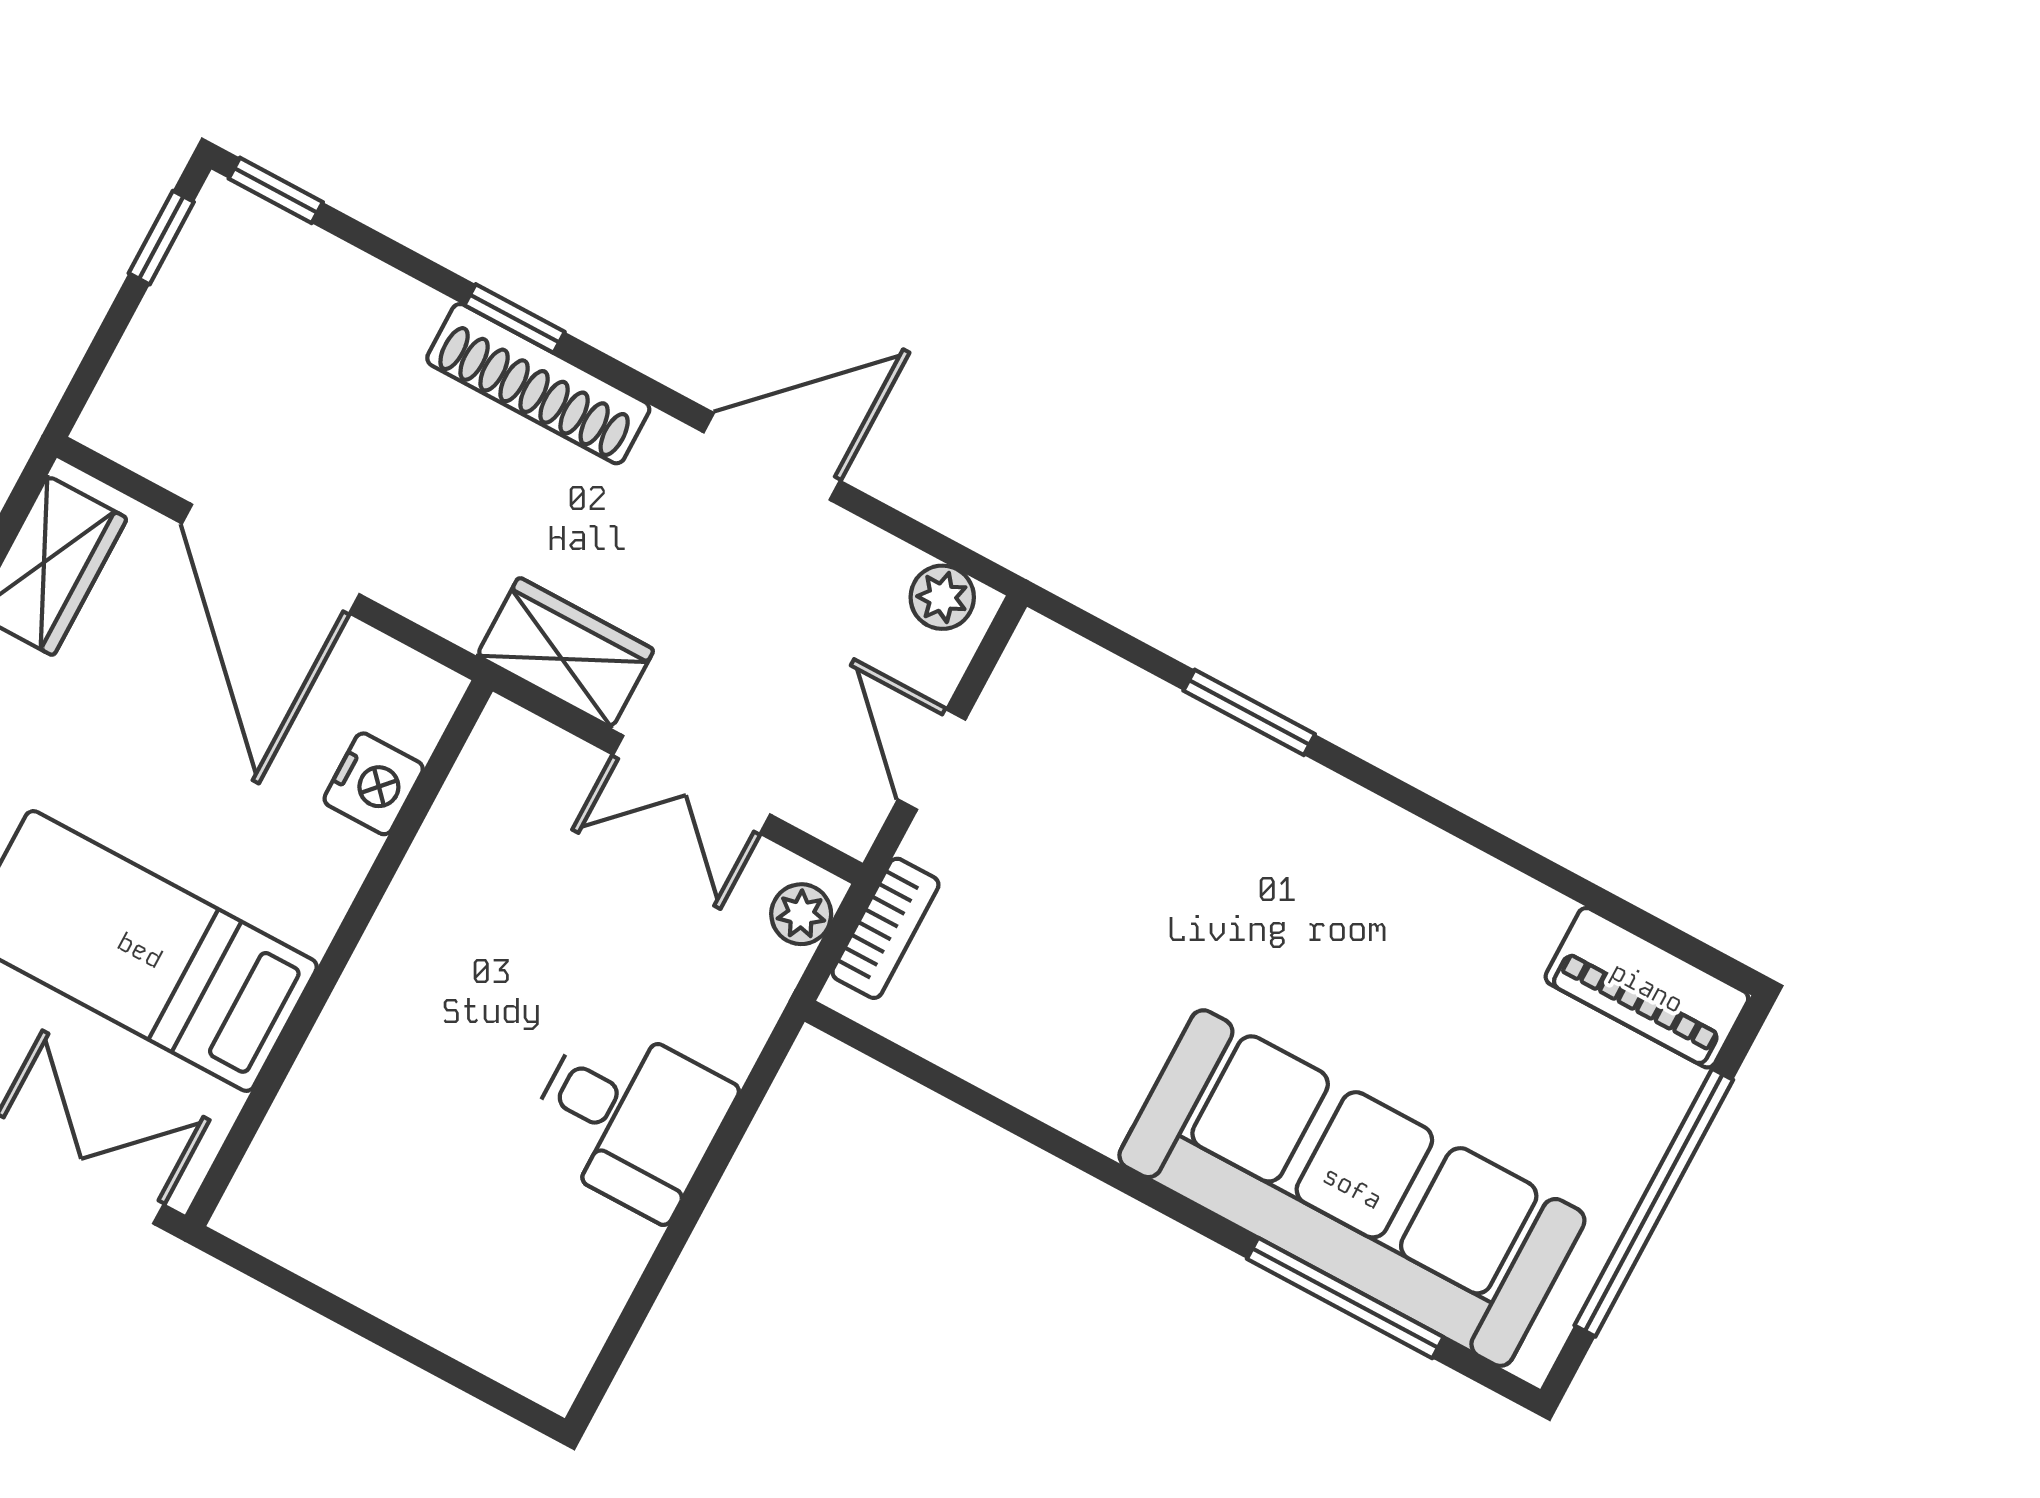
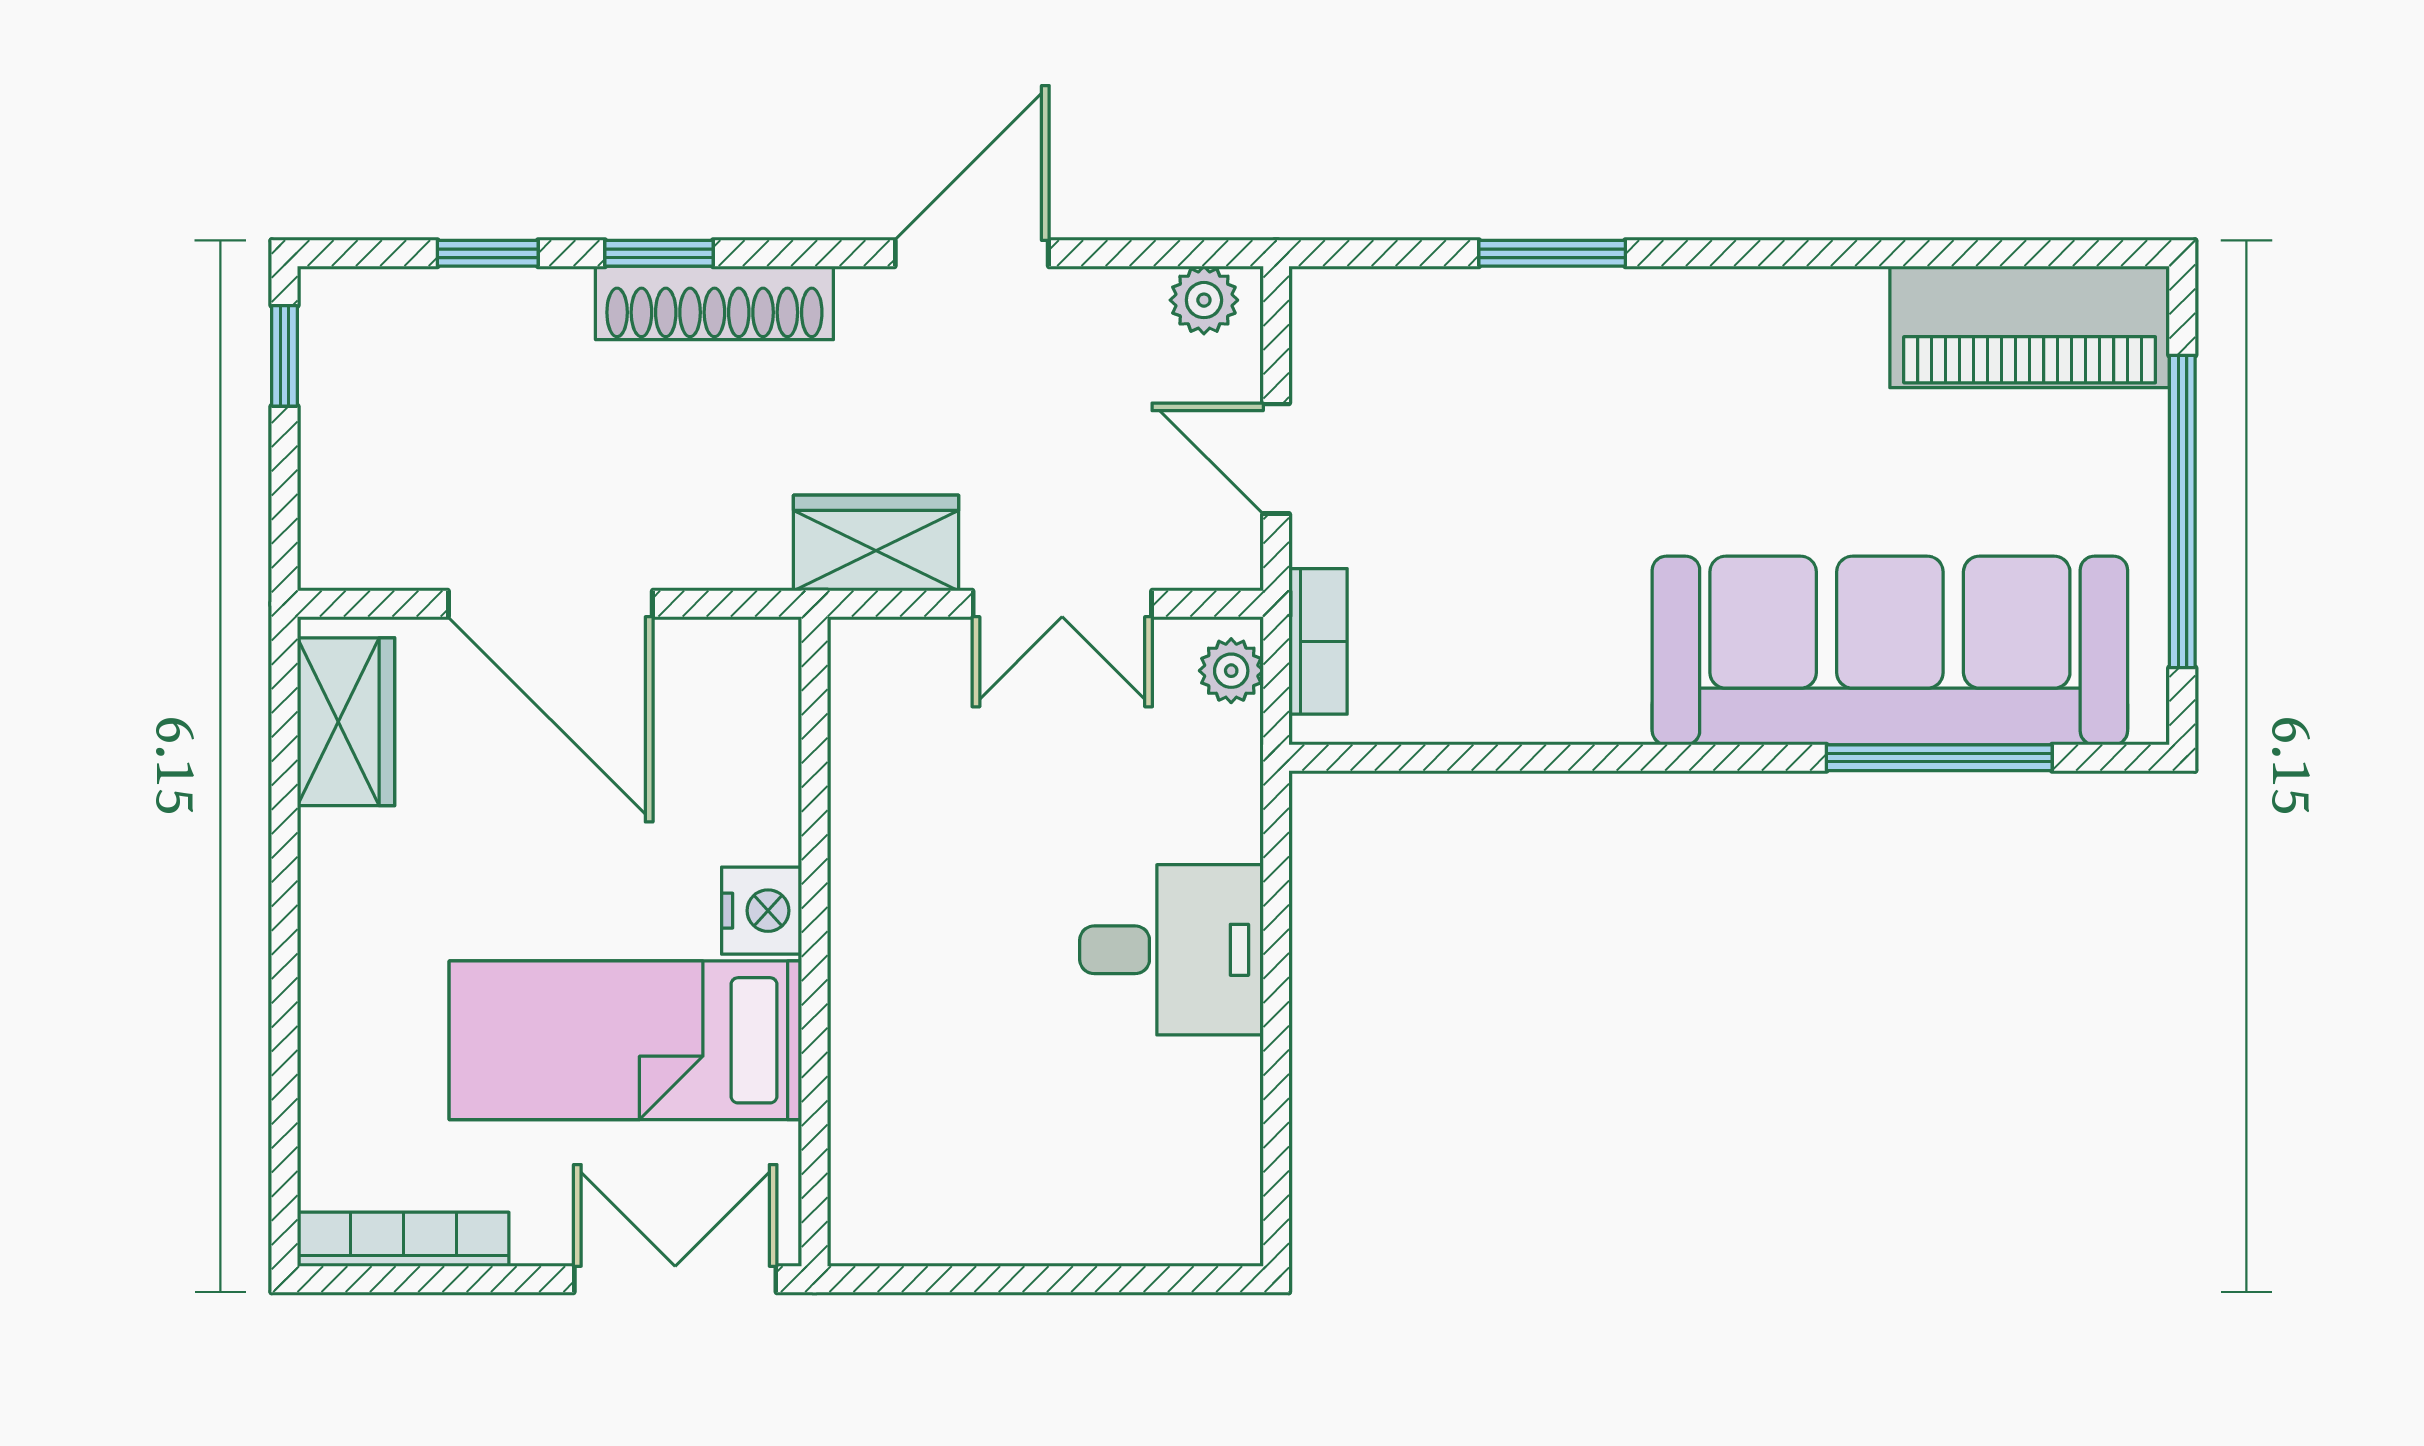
window: (276, 190) -> (488, 253), moved
nightstand: (374, 784) -> (762, 911), moved
piano: (1647, 988) -> (2030, 327), width x1.37, depth x1.33

